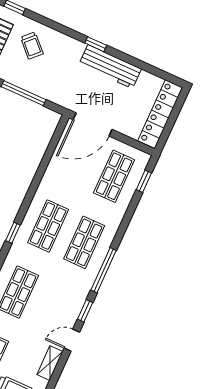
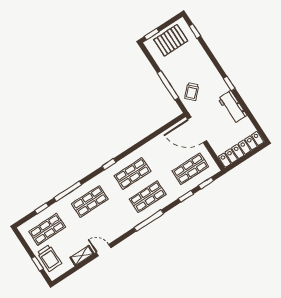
trolley: (32, 46) -> (192, 92), moved
workbench: (110, 67) -> (232, 107), width x0.73
window: (85, 311) -> (186, 196), moved

